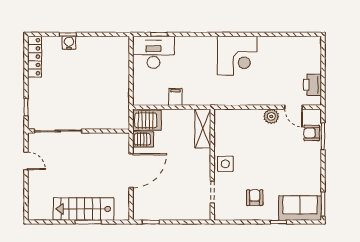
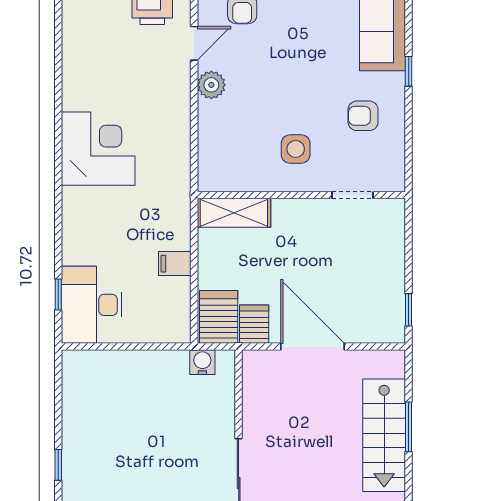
water cooler: (69, 43) -> (202, 362), moved, turned 90
side table: (225, 164) -> (296, 149), moved

